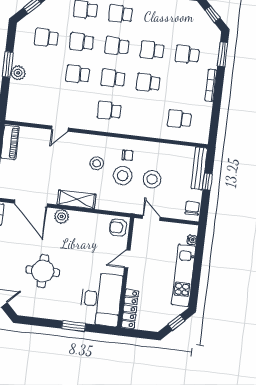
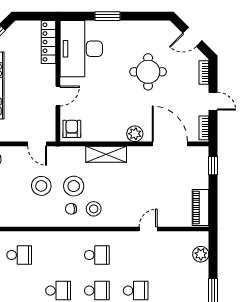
plant: (18, 73) -> (201, 254), moved
stool: (97, 163) -> (94, 209), moved
shelving: (77, 199) -> (106, 154), moved
armchair: (118, 228) -> (72, 129), turned -90

